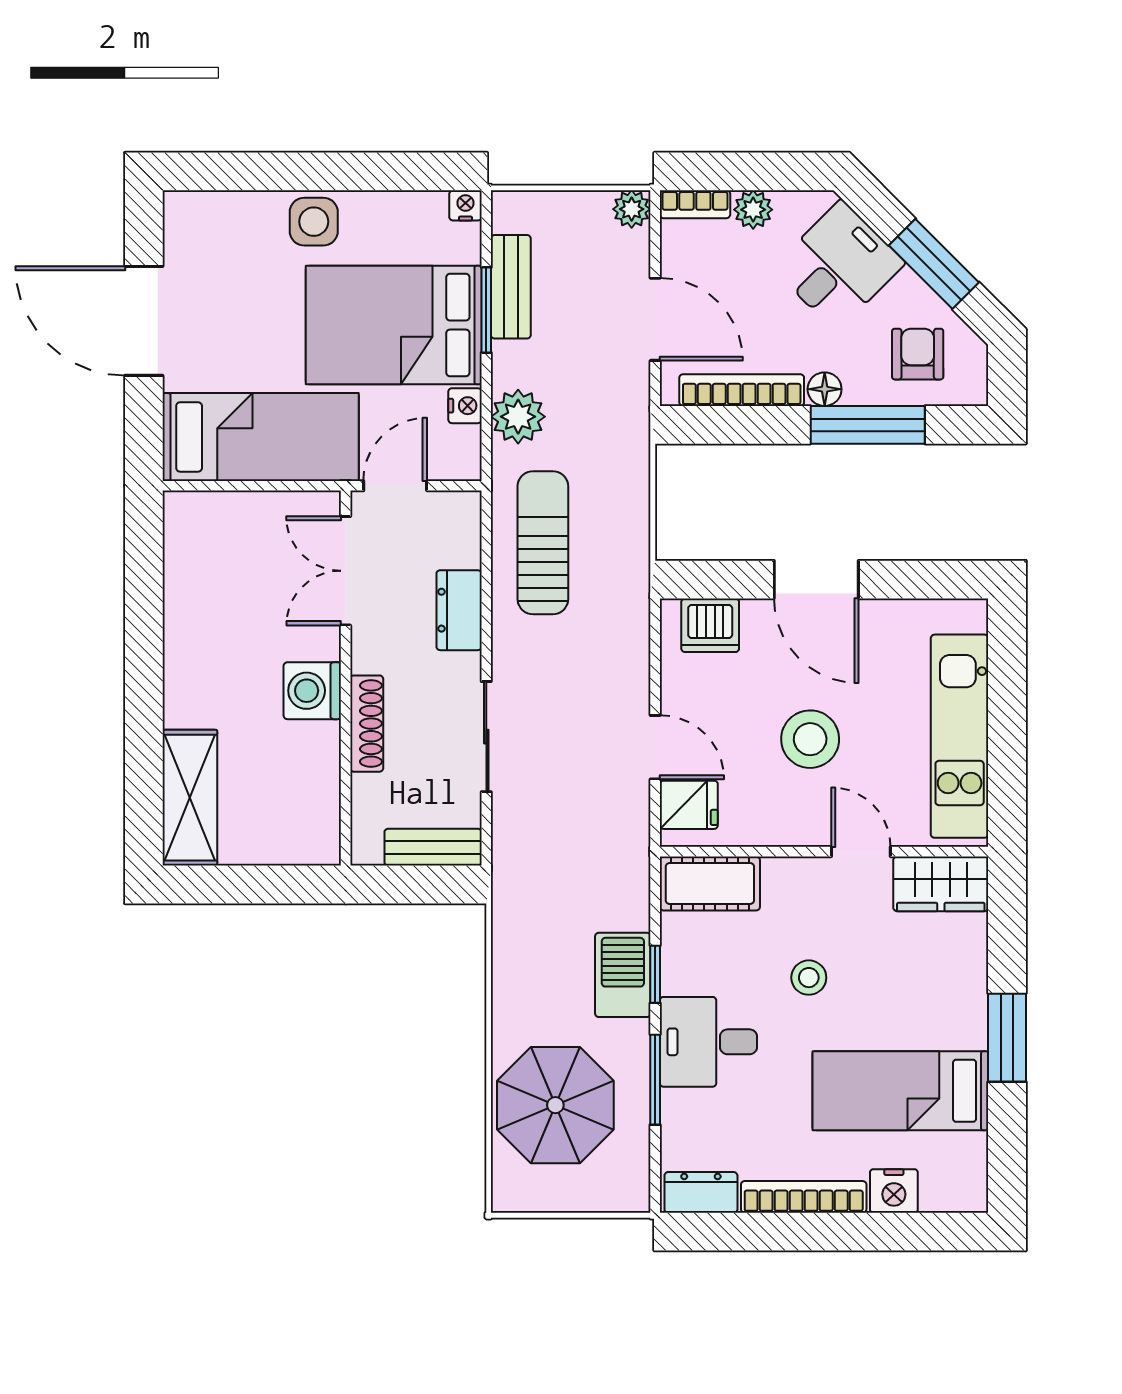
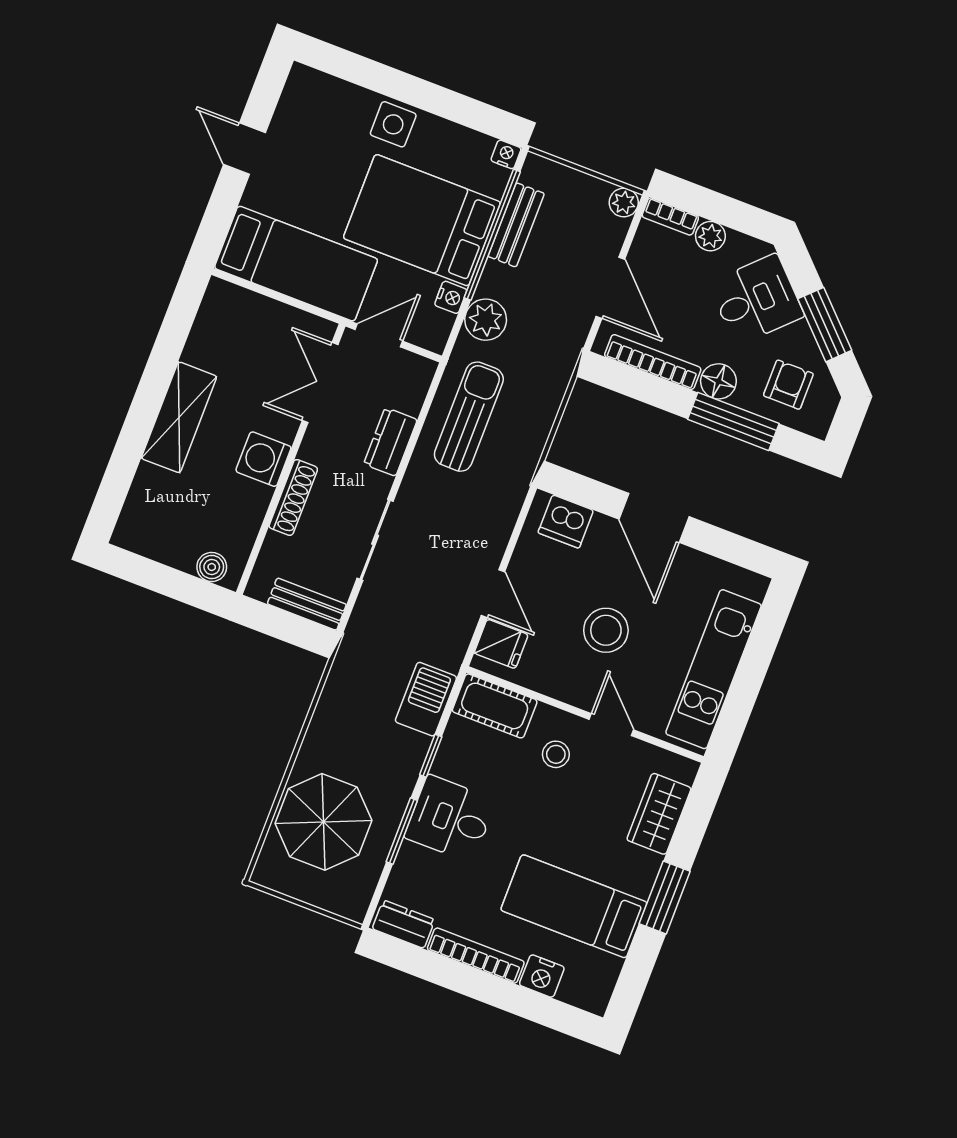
window: (486, 310) -> (492, 235), width x2.11
door: (144, 321) -> (245, 149), width x0.53
floor lamp: (825, 389) -> (718, 381), width x1.37, depth x1.37
shelving: (190, 798) -> (179, 417), moved
boiler: (300, 847) -> (212, 567), added
wardrobe: (941, 884) -> (659, 814), moved, turned 90
barbecue: (623, 975) -> (426, 699), moved
stool: (809, 978) -> (556, 754), moved

